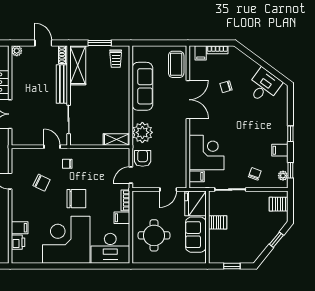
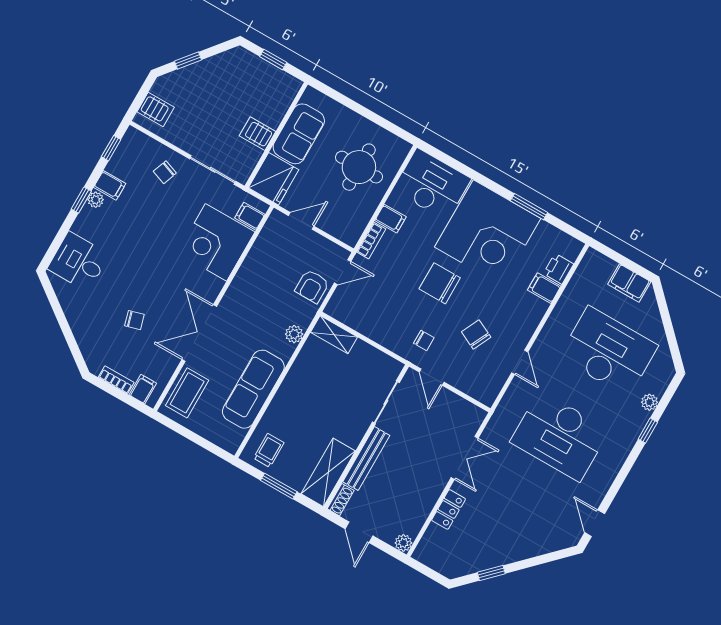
desk: (264, 86) -> (78, 262), moved, turned 53
plant: (142, 132) -> (294, 334), width x0.53, depth x0.53
plant: (283, 176) -> (96, 200), moved
window: (52, 266) -> (529, 207), added

